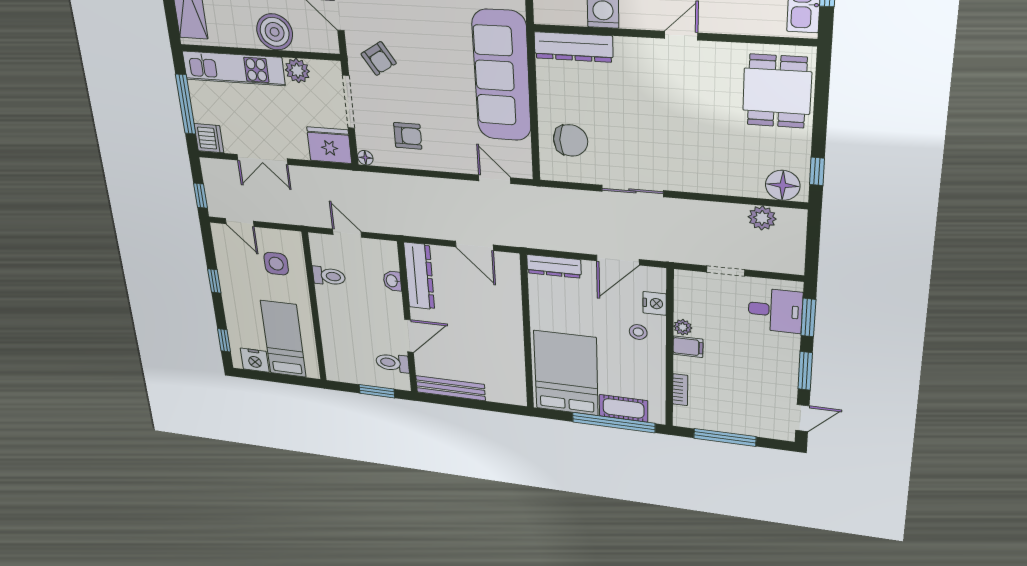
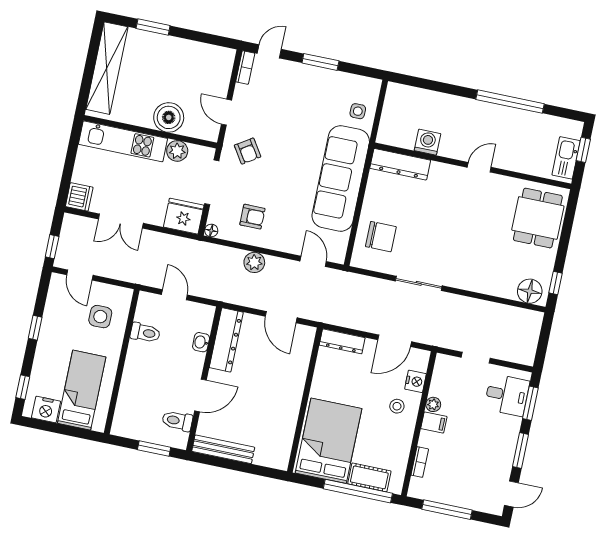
window: (186, 104) -> (69, 165), removed
plant: (762, 218) -> (254, 262), moved

